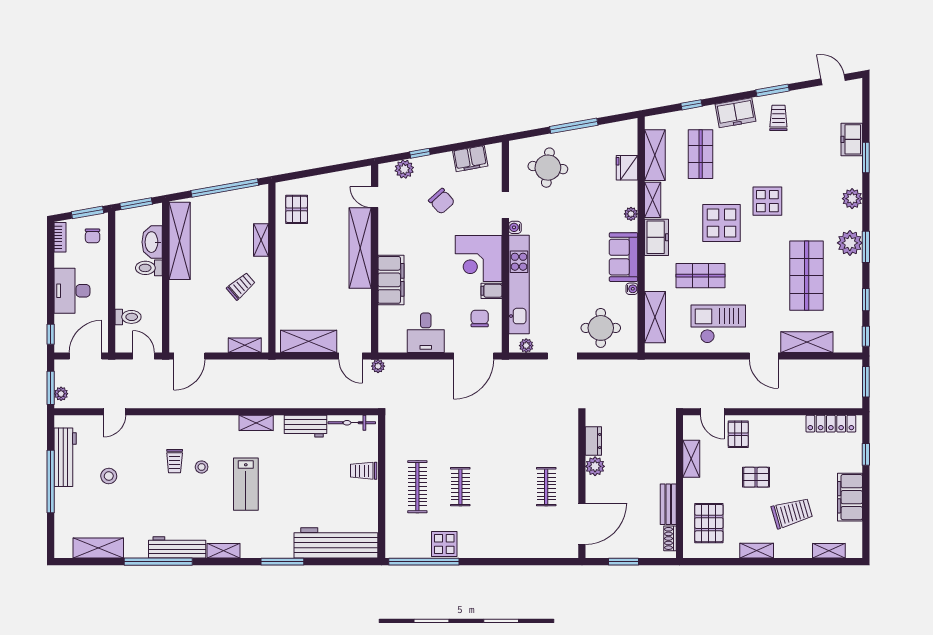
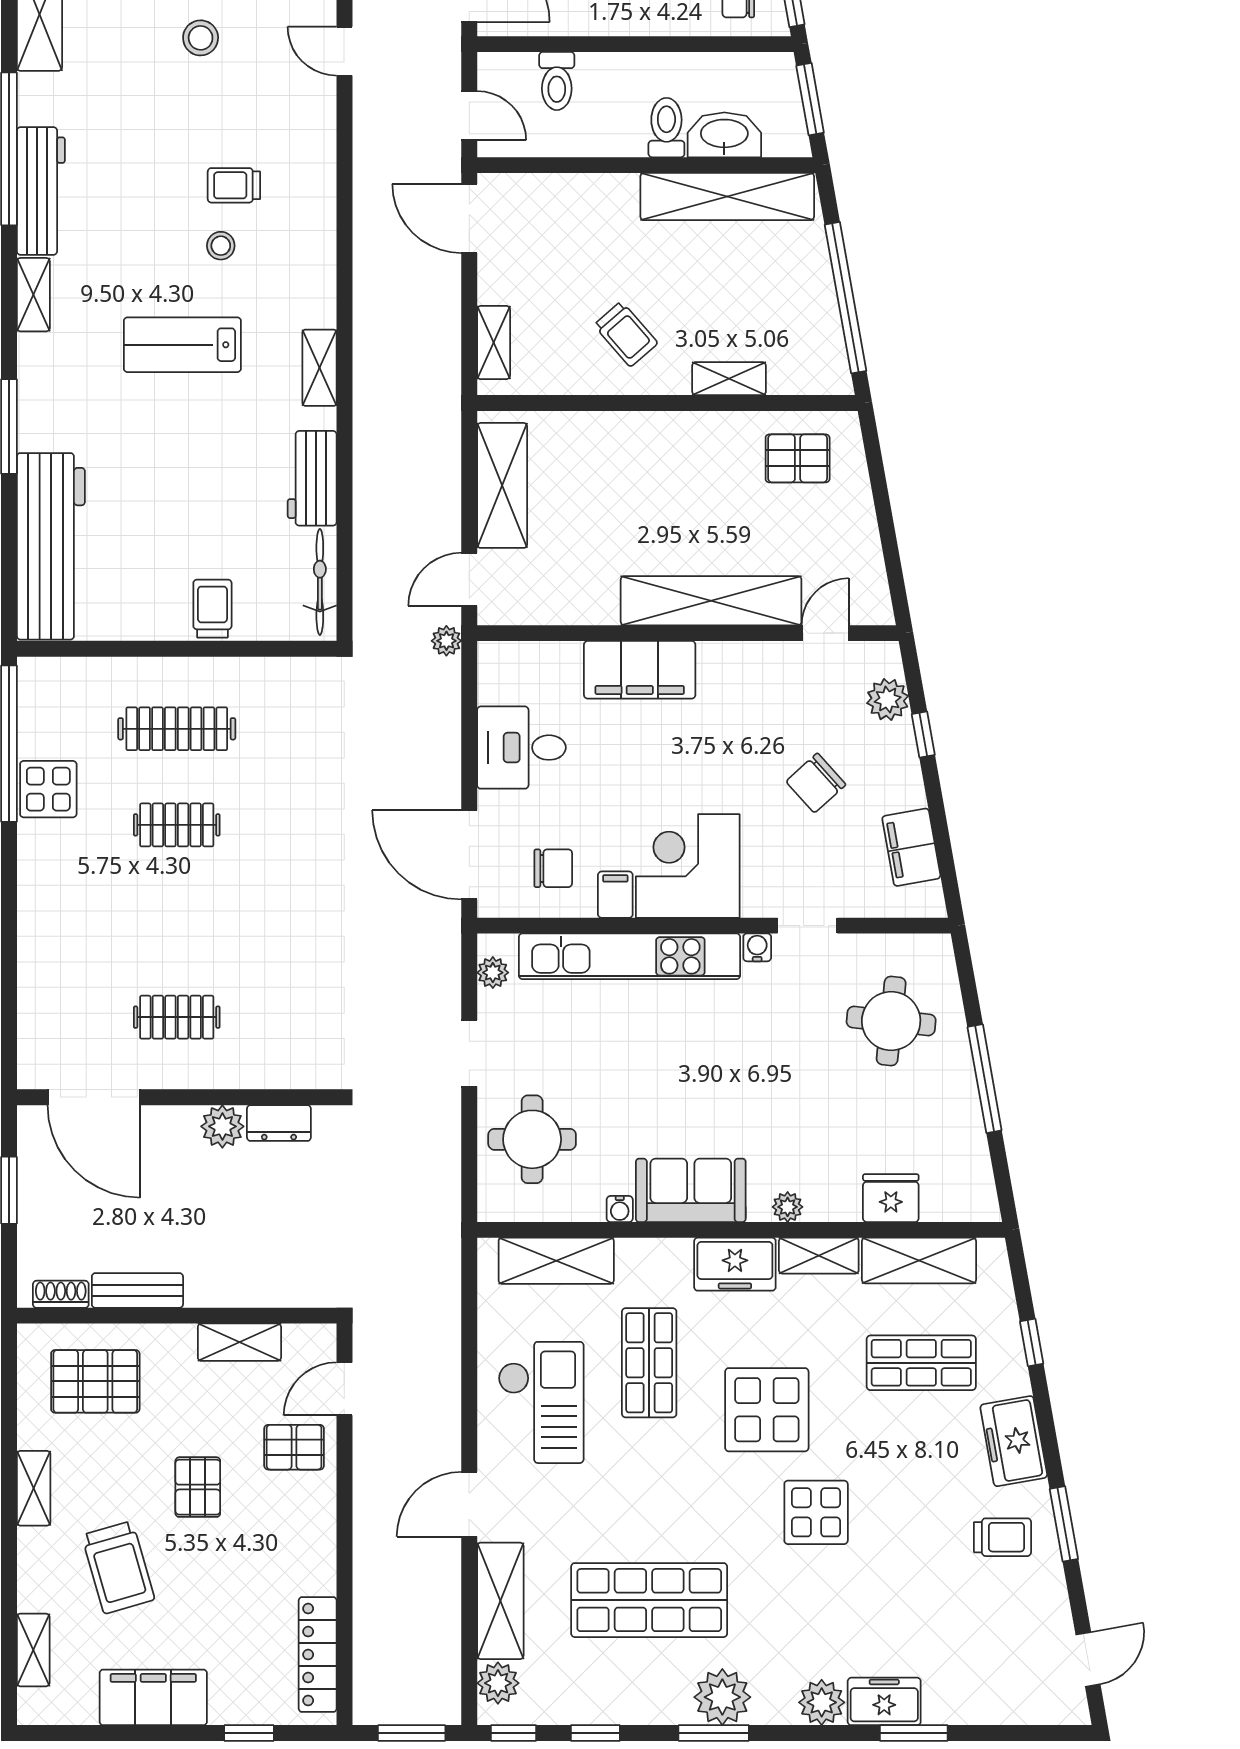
freezer: (852, 139) -> (884, 1701), moved
plant: (844, 343) -> (498, 1683), added
door: (143, 356) -> (469, 116), hinge flipped

